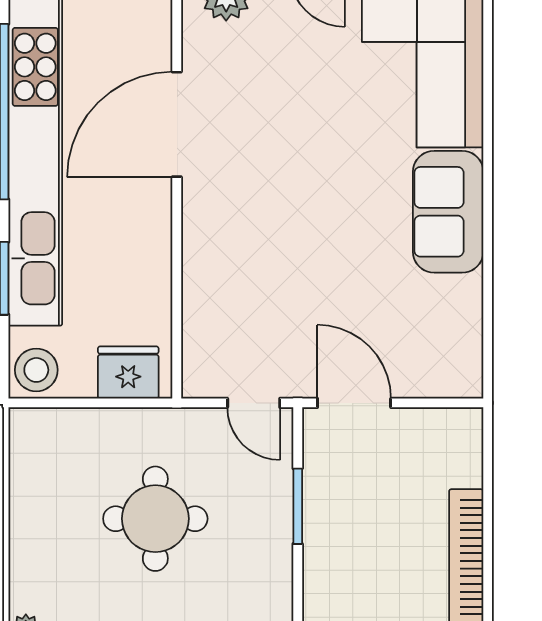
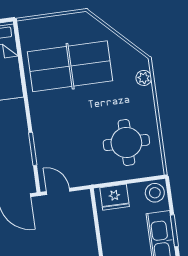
round table: (155, 519) -> (126, 143), moved

